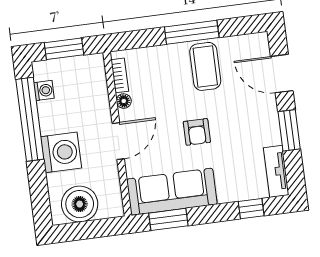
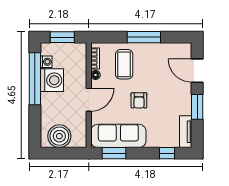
coffee table: (205, 66) -> (124, 64), moved
washing machine: (61, 152) -> (52, 80), moved

